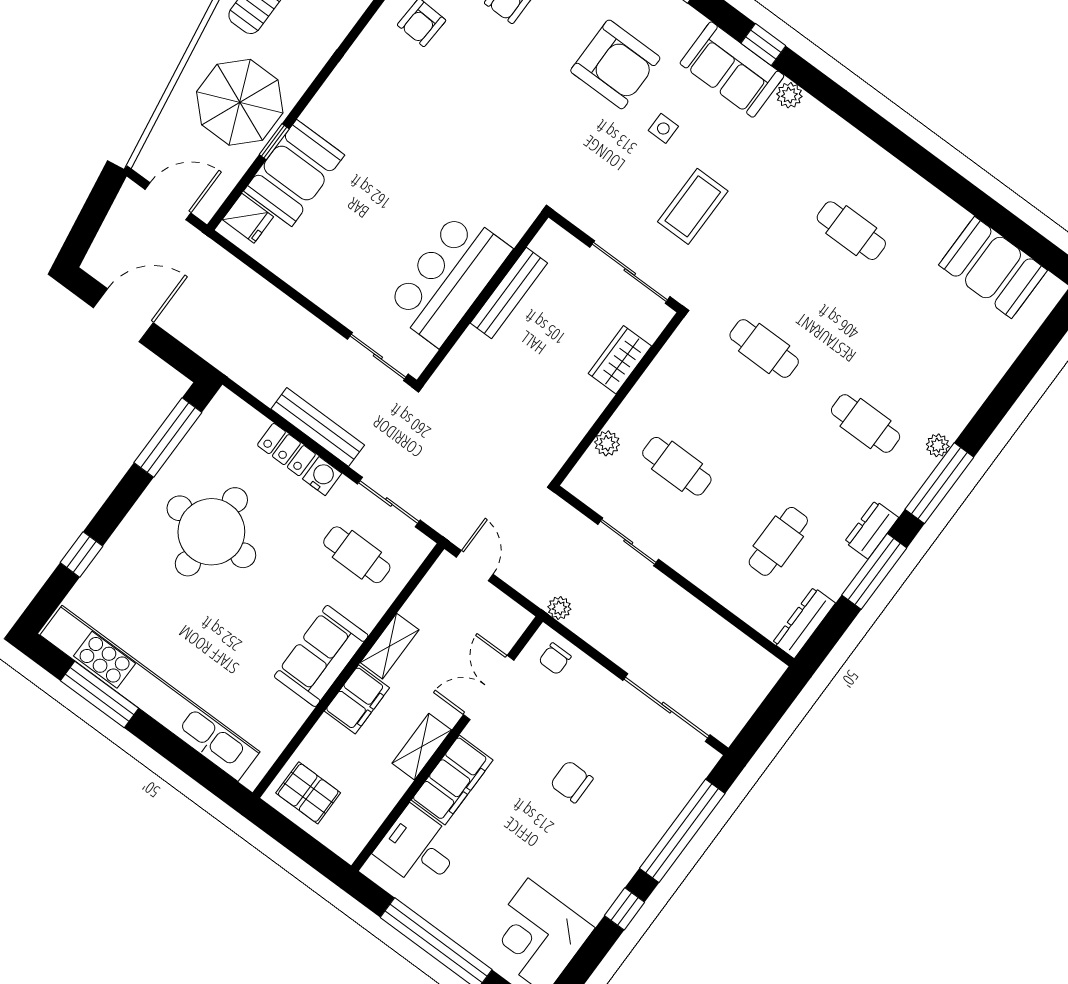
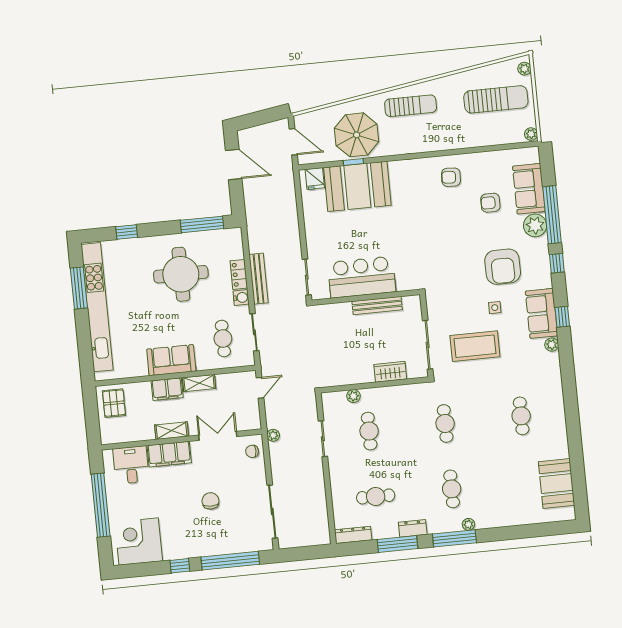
booth: (294, 173) -> (357, 186), width x1.36, depth x1.42
coffee table: (693, 206) -> (475, 346), width x1.36, depth x1.32

